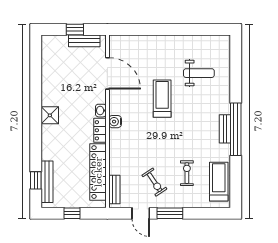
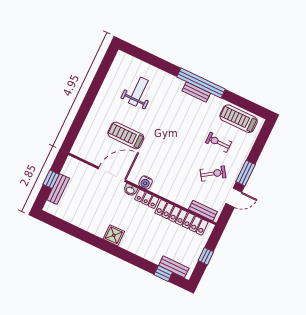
bench: (84, 41) -> (58, 189), moved
door: (107, 73) -> (112, 174), moved
treadmill: (162, 99) -> (126, 135), moved
bench: (47, 182) -> (174, 267), width x0.73

